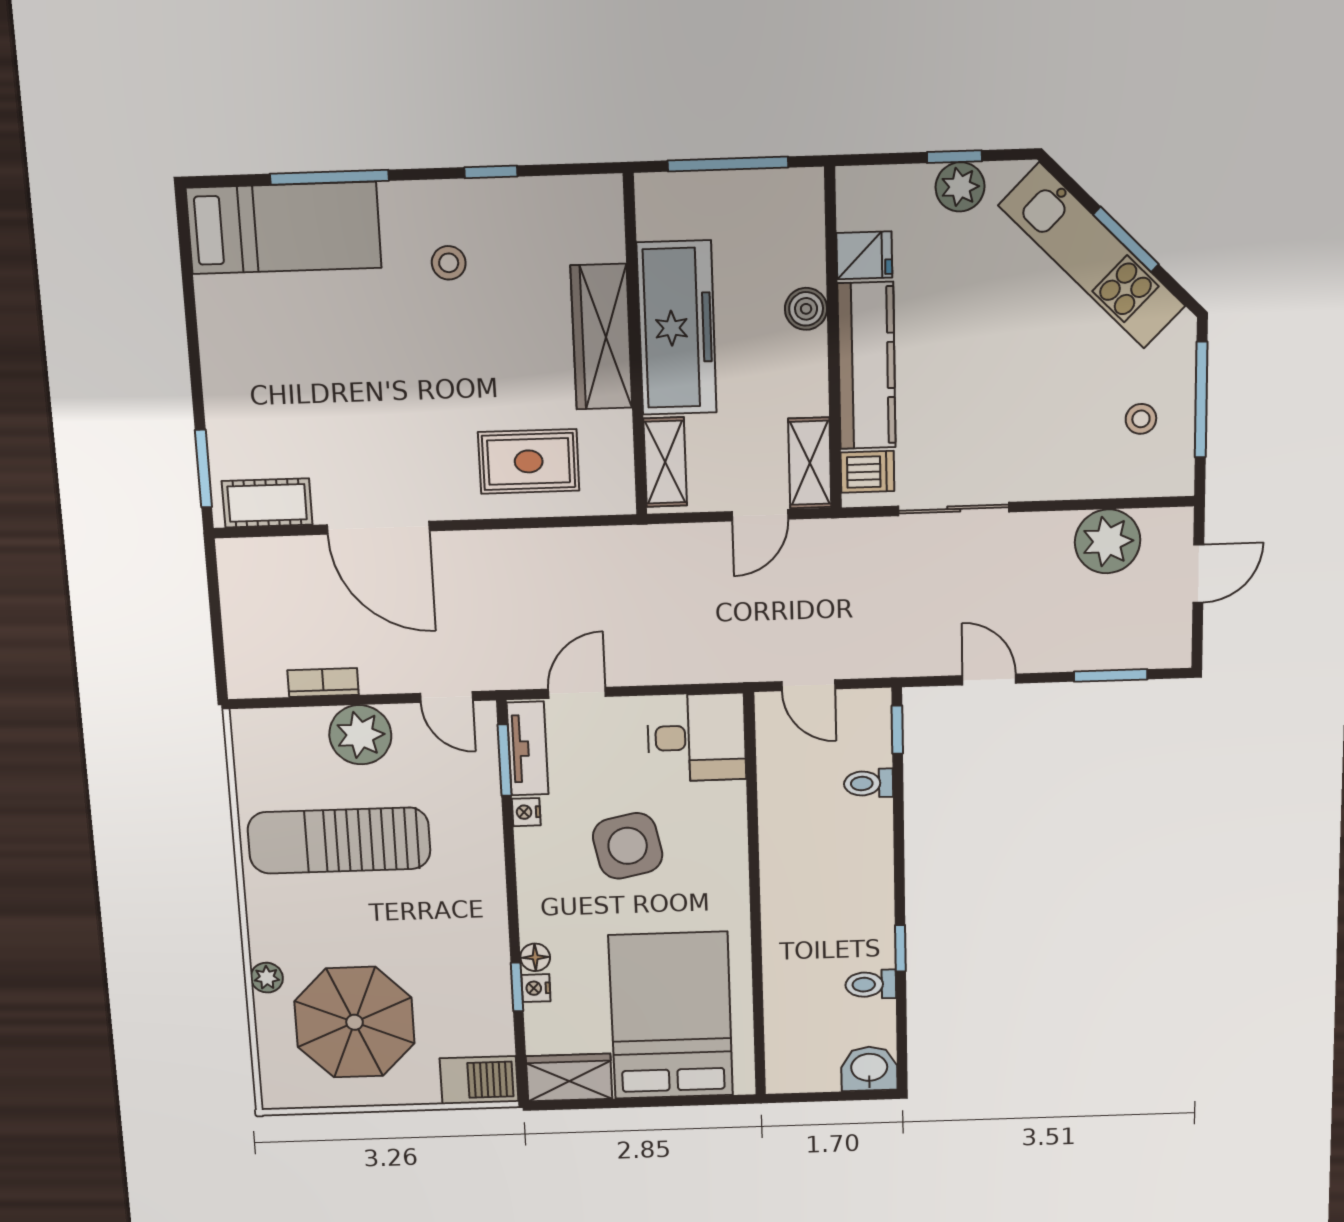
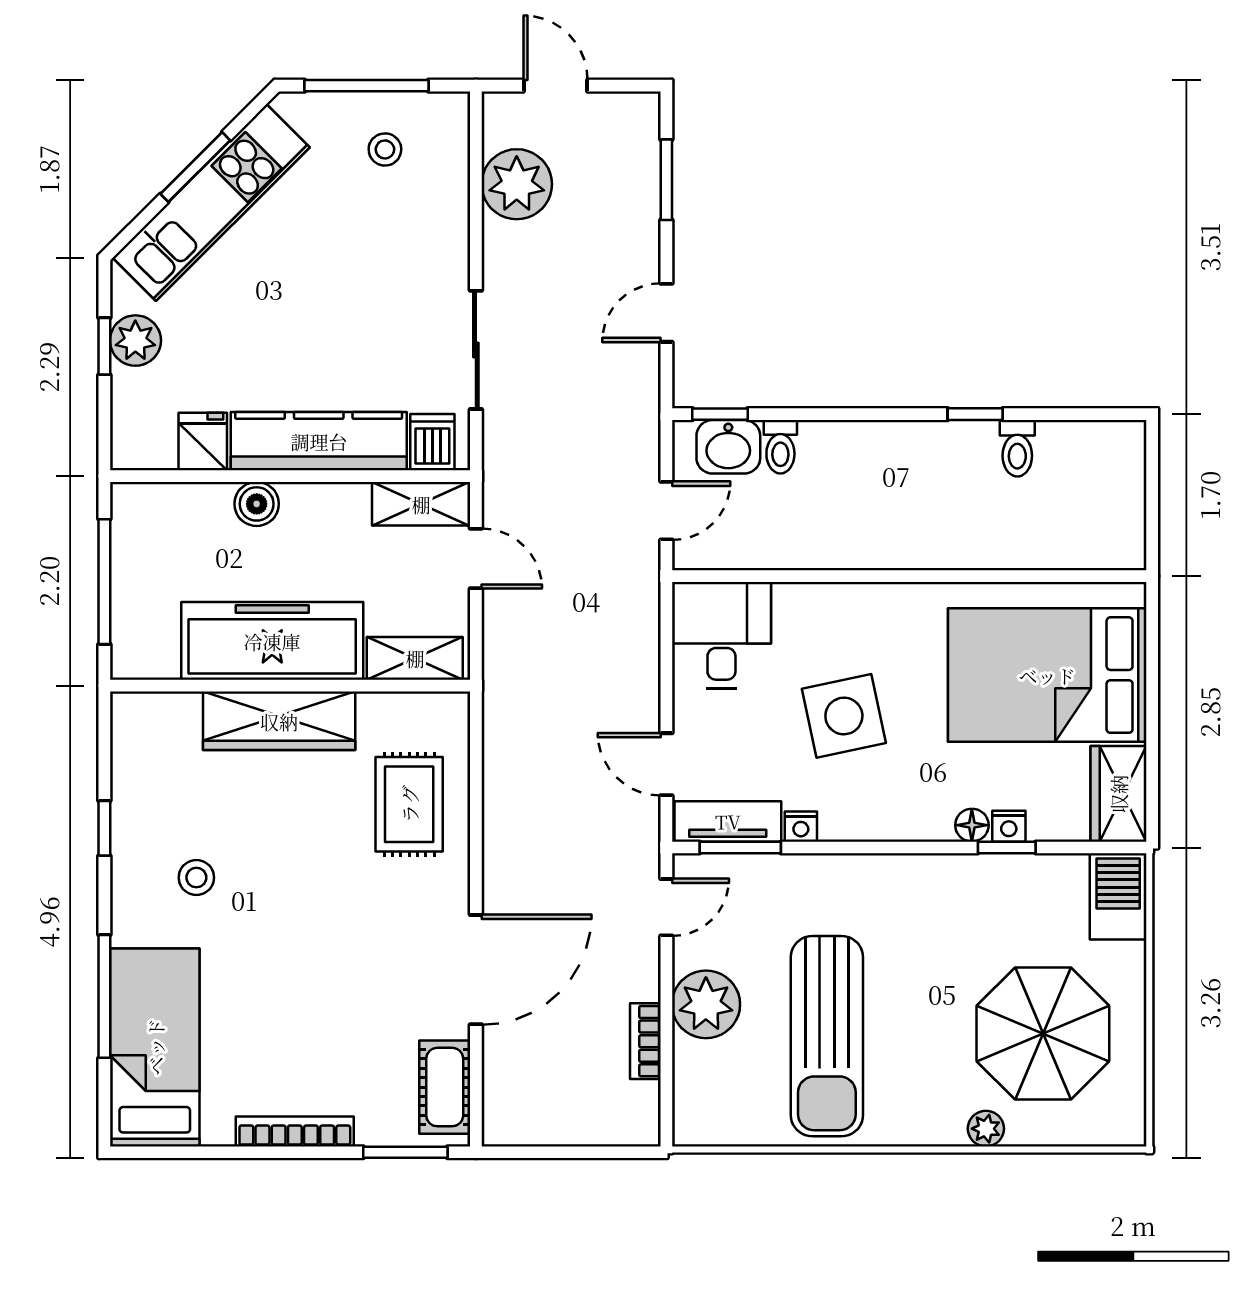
bookcase: (214, 365) -> (295, 1131), added
washbasin: (869, 1069) -> (728, 447), moved, turned -90

